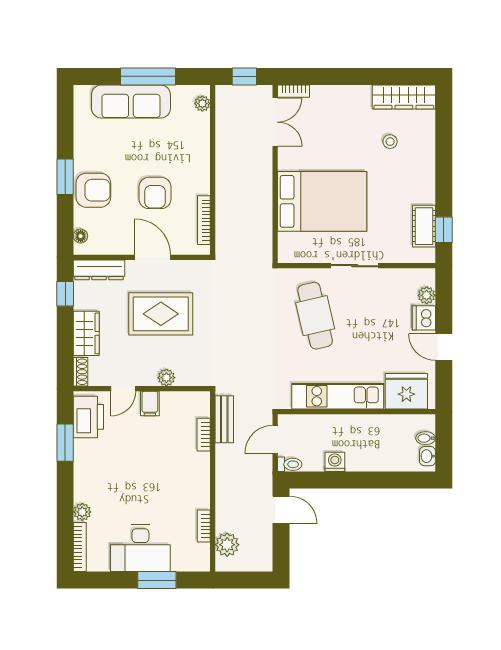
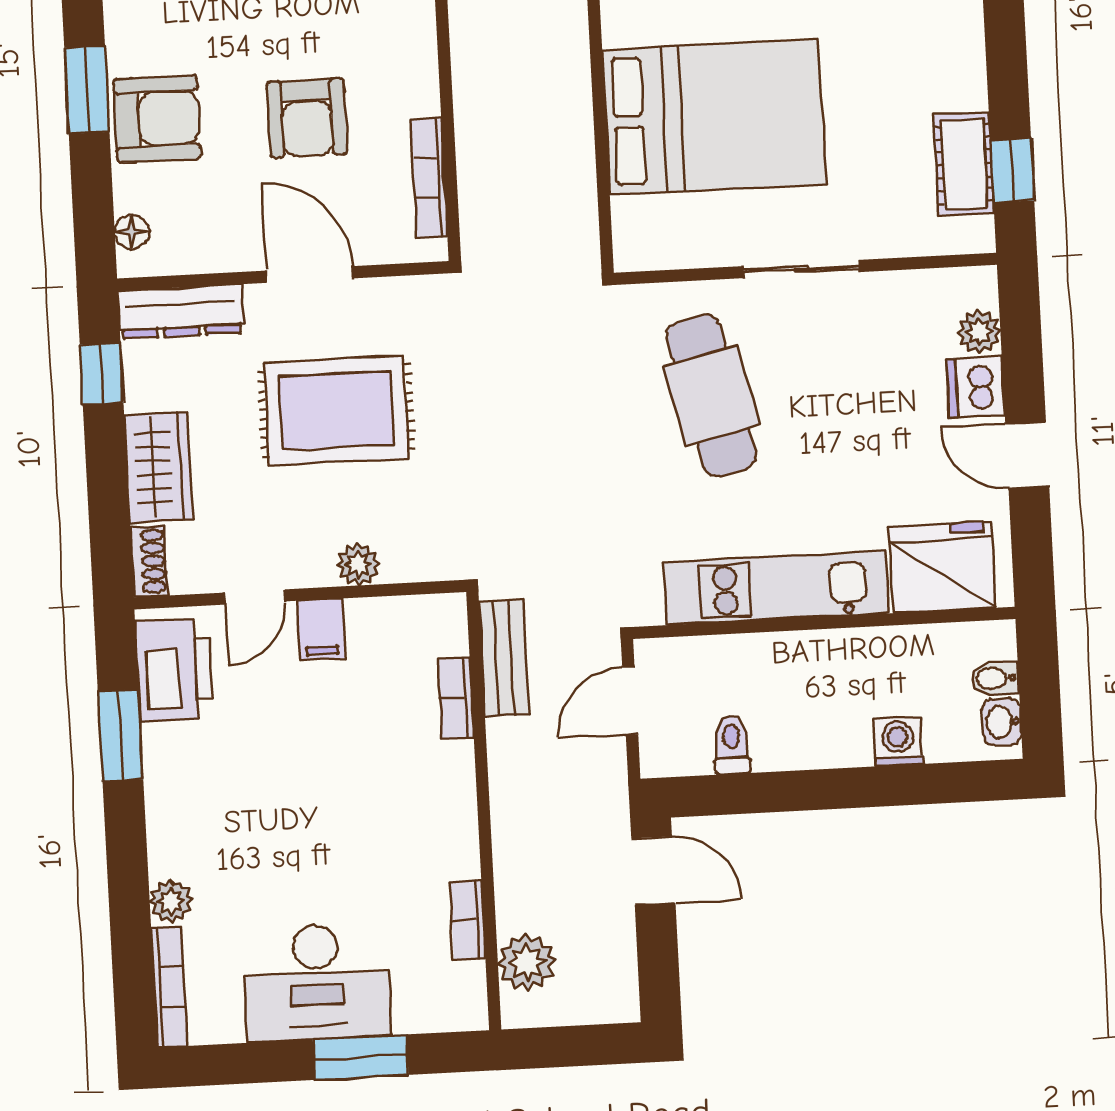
washing machine: (335, 462) -> (898, 741), moved
toilet: (290, 464) -> (732, 745), moved, turned -90

